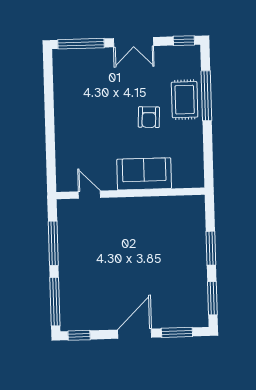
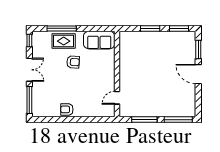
armchair: (67, 109) -> (67, 109), added
sofa: (144, 174) -> (99, 40), moved, turned -90
window: (79, 335) -> (198, 106), removed

